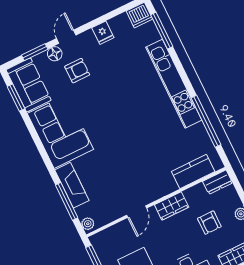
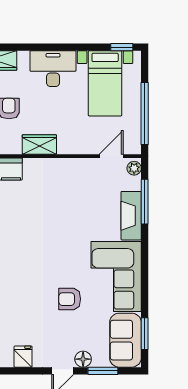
armchair: (77, 71) -> (70, 299), moved
door: (137, 212) -> (111, 156), moved

